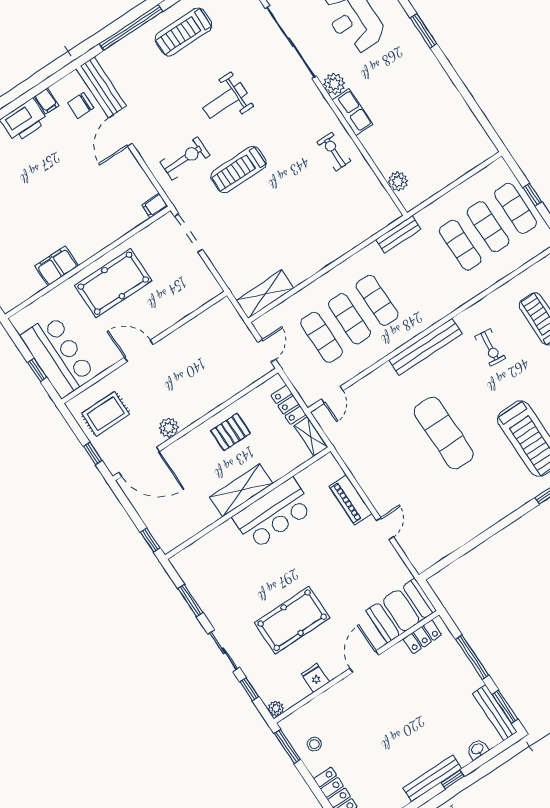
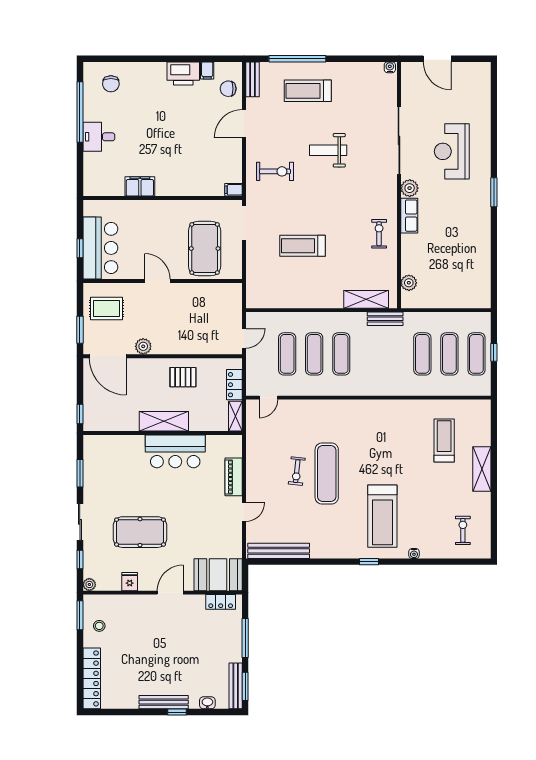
treadmill: (183, 32) -> (308, 91), moved
bench: (103, 86) -> (252, 79), width x0.73
treadmill: (239, 170) -> (303, 246), moved
pool table: (113, 283) -> (205, 249), moved, turned 90
shelving: (265, 294) -> (366, 299), moved
bench: (426, 347) -> (279, 551), moved
exercise bike: (490, 347) -> (297, 471), moved
window: (93, 454) -> (80, 330), width x1.50

